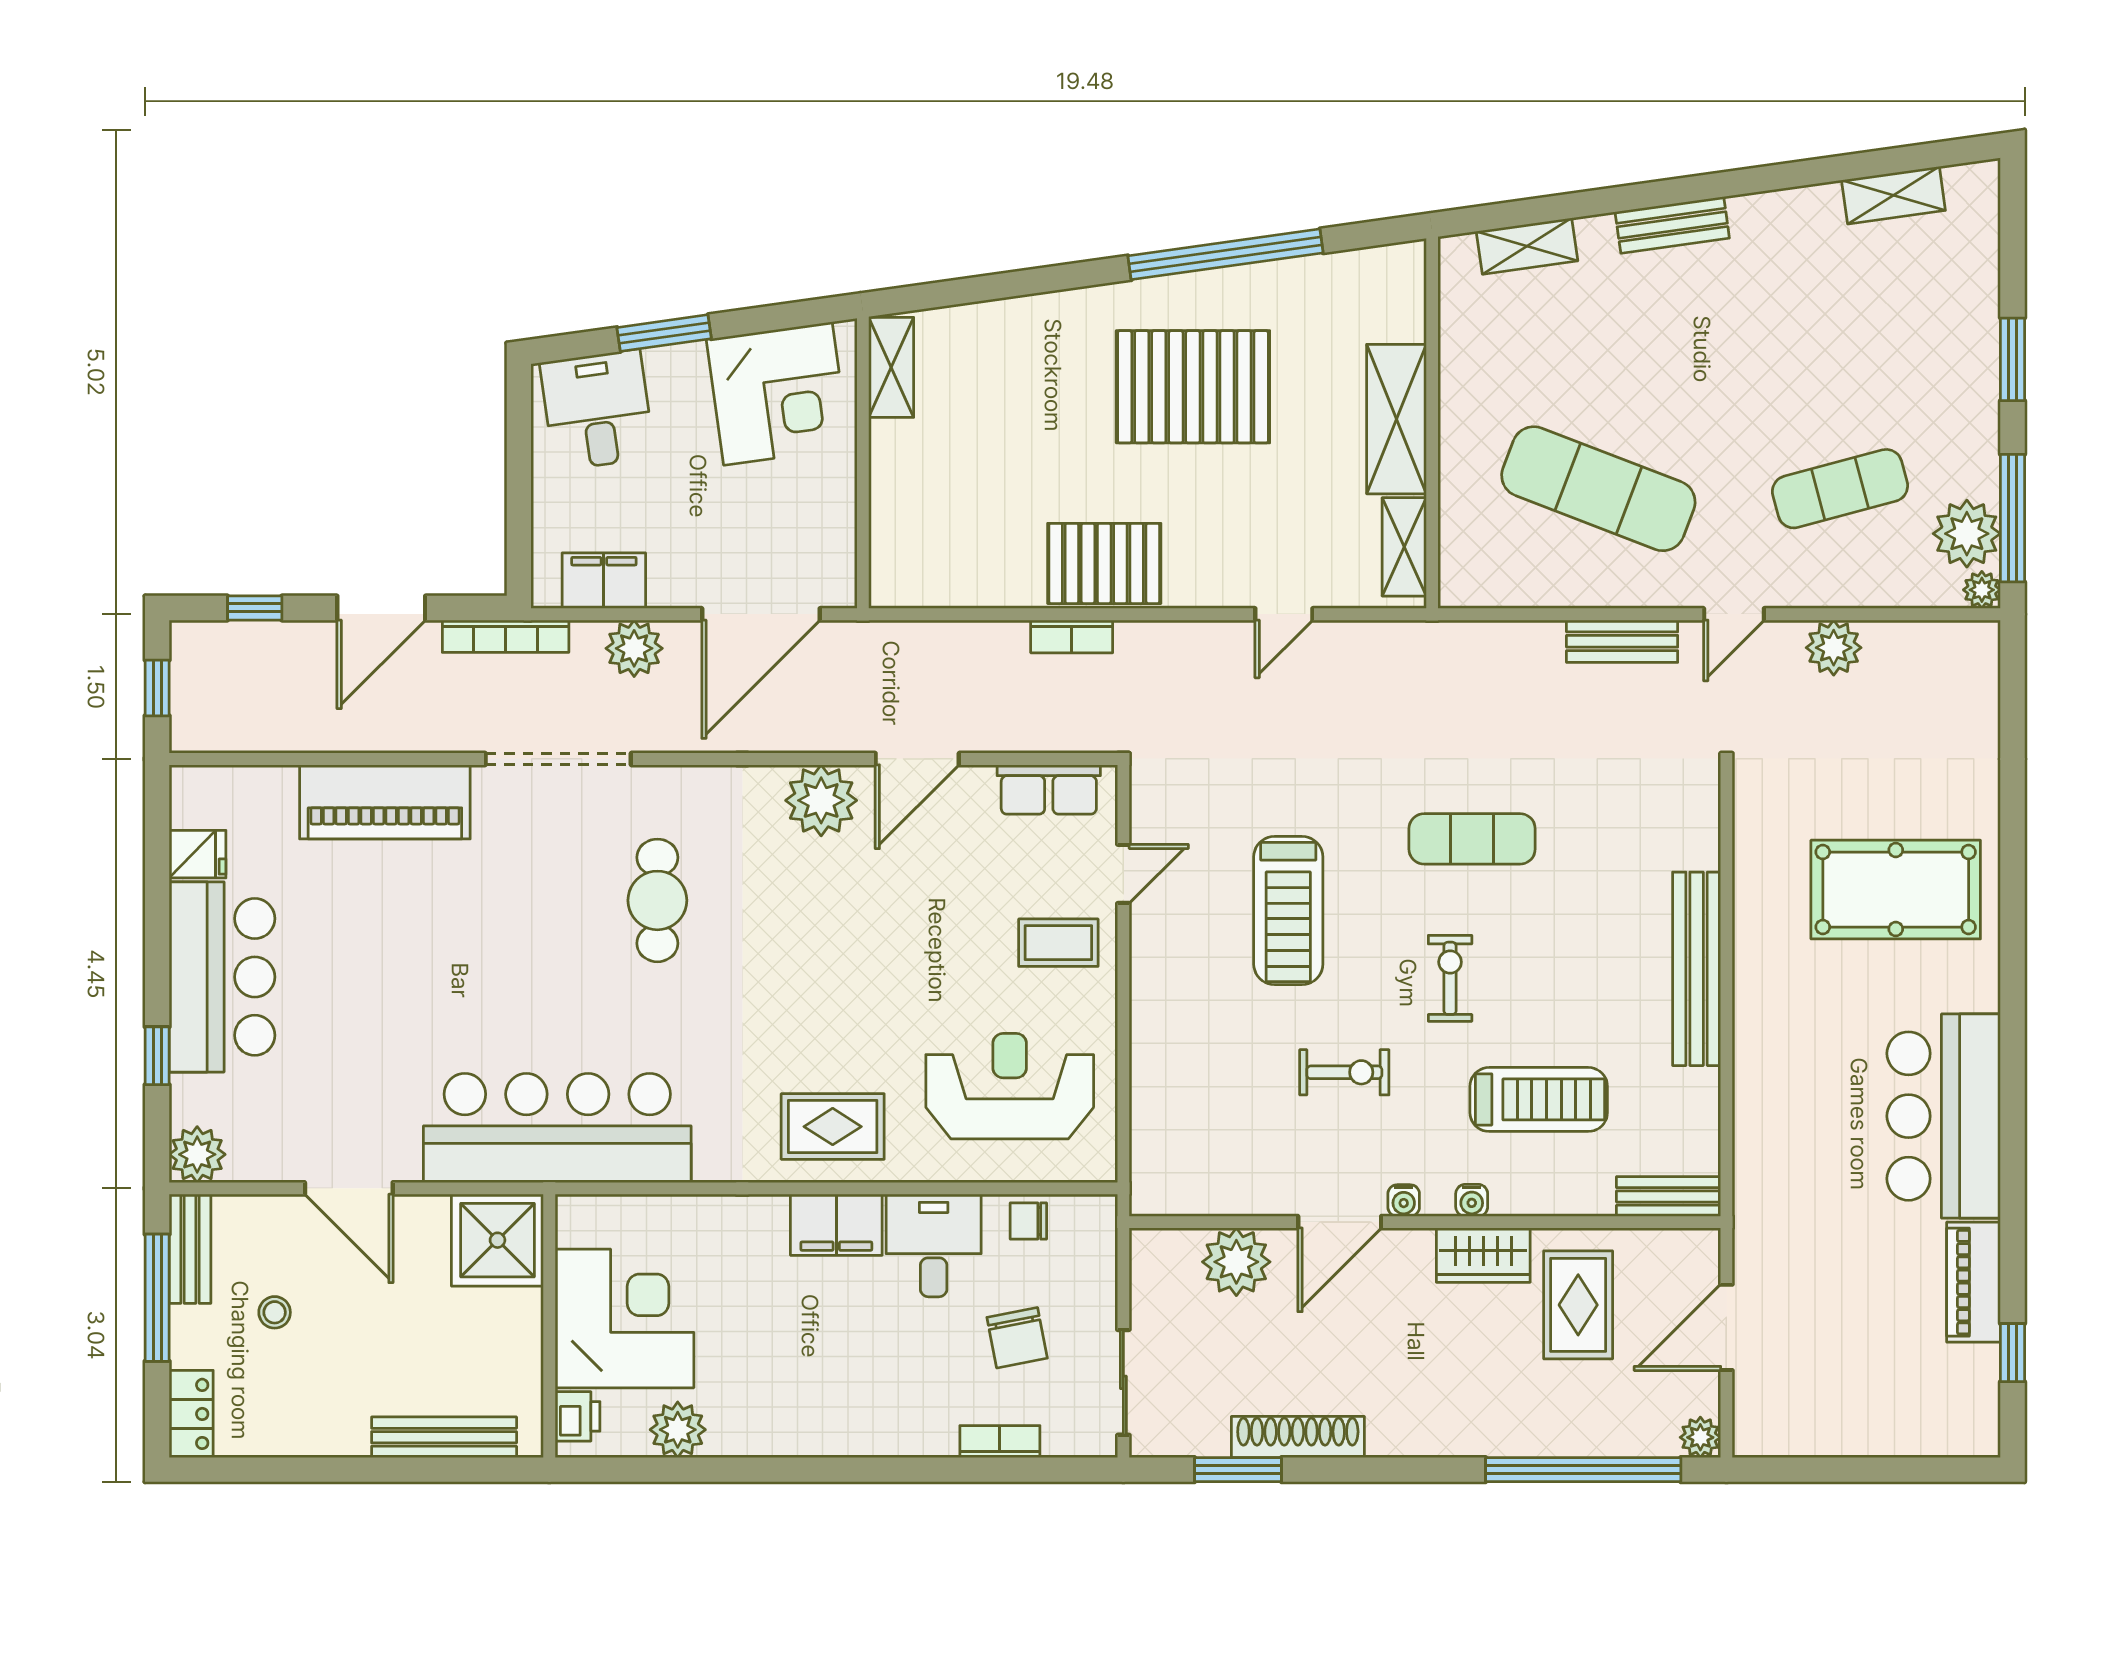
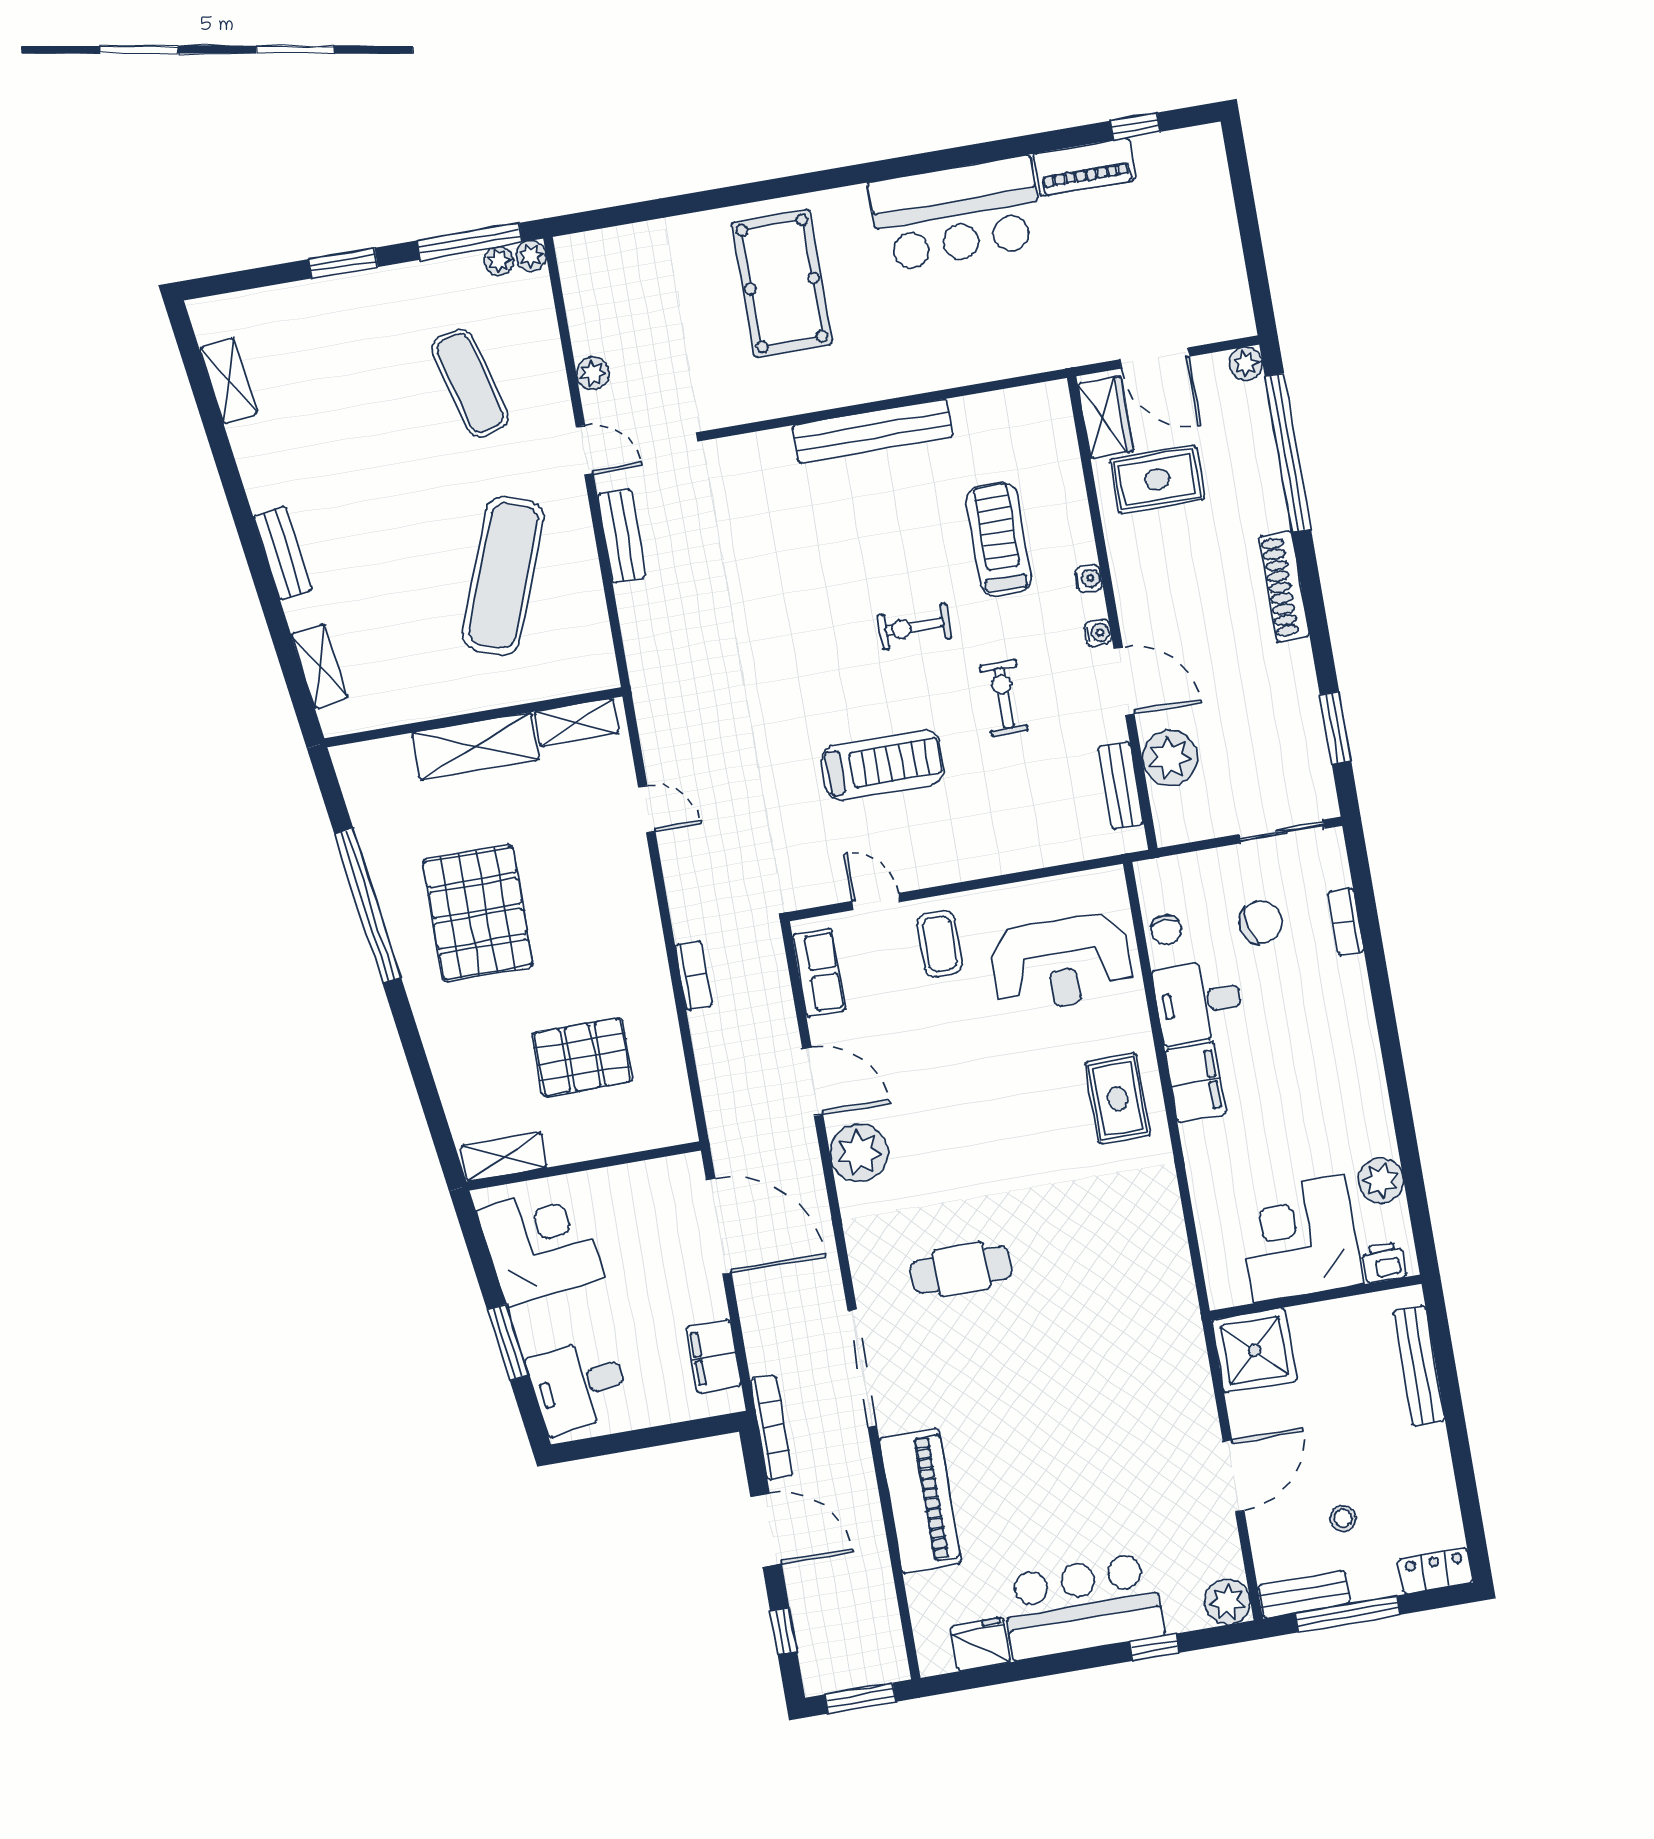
plant: (1967, 534) -> (499, 261), width x0.53, depth x0.53
pallet: (1104, 563) -> (582, 1057), moved, turned 90
plant: (634, 648) -> (763, 1323), removed
plant: (1834, 648) -> (593, 373), width x0.73, depth x0.73
window: (157, 688) -> (861, 1698), width x1.50
exercise mat: (1472, 839) -> (800, 628), removed
fridge: (198, 854) -> (981, 1644), width x1.38
reception desk: (1010, 1086) -> (1061, 963), turned -90
bar counter: (557, 1128) -> (1157, 1318), removed
bench: (1669, 1196) -> (1121, 785), moved
wardrobe: (1483, 1255) -> (1106, 417), moved
shoe rack: (1298, 1437) -> (1284, 587), moved

